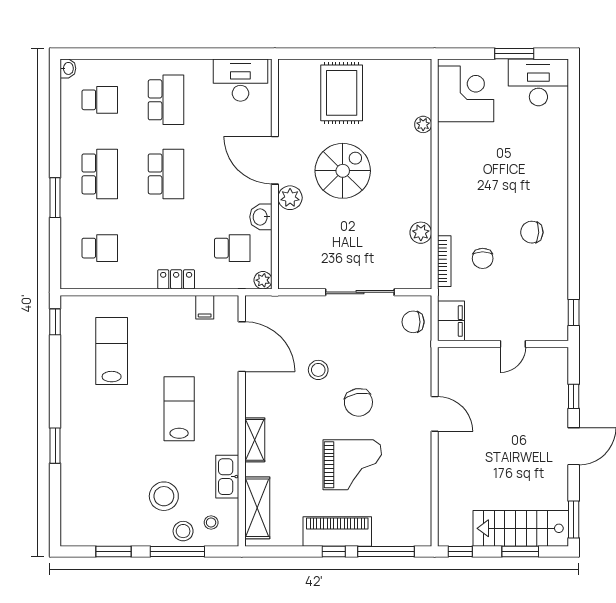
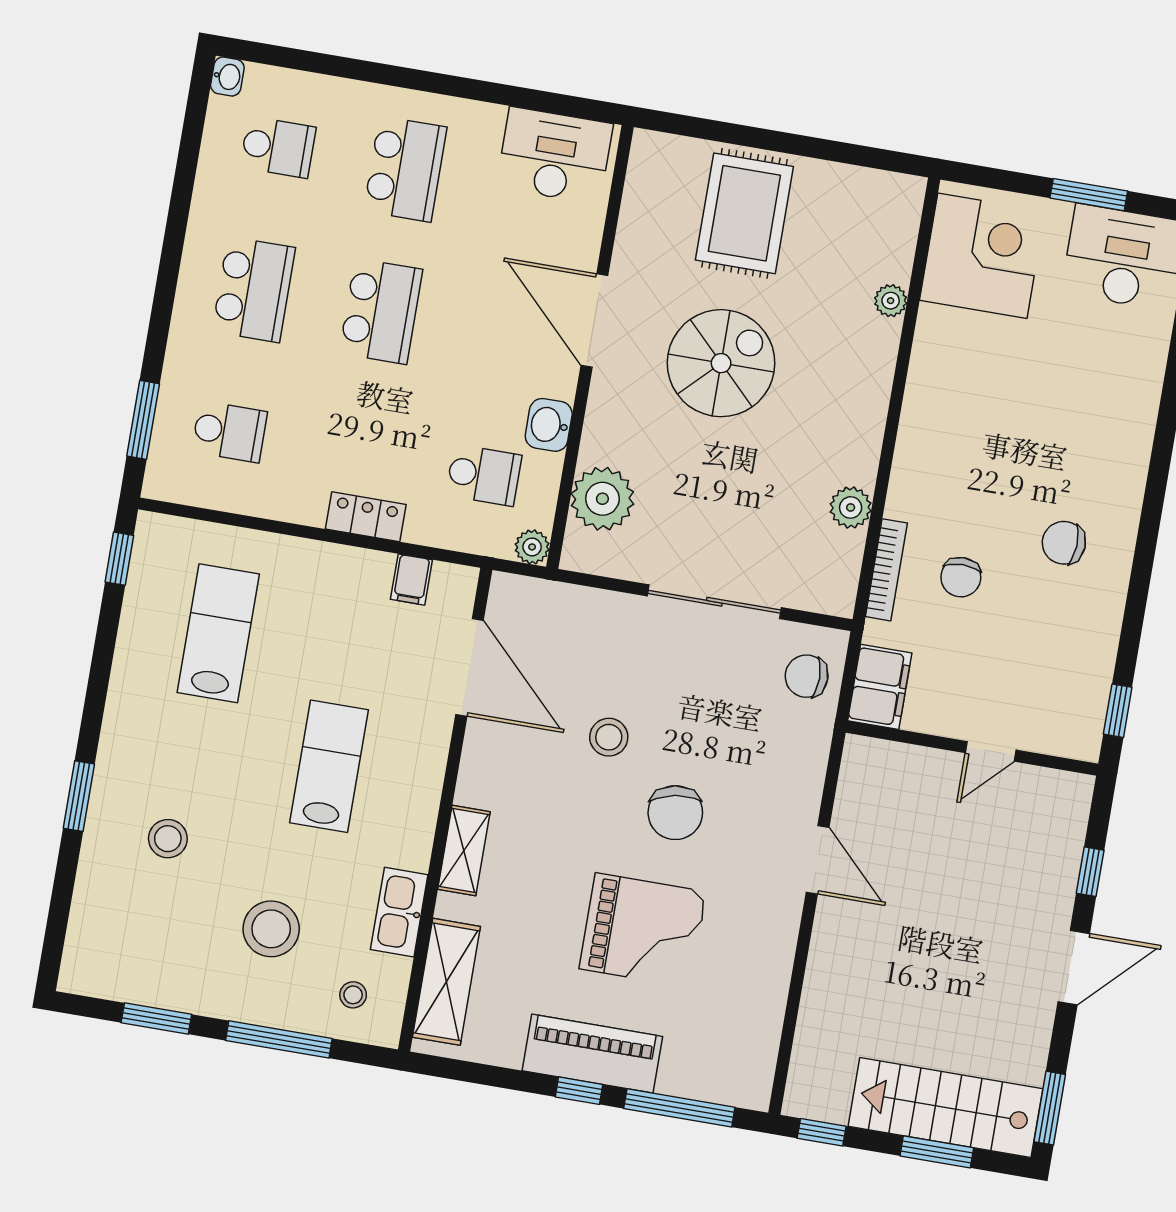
window: (55, 198) -> (143, 420), moved
plant: (290, 198) -> (602, 499), moved, width x1.36, depth x1.36
stool: (183, 531) -> (168, 839), moved

